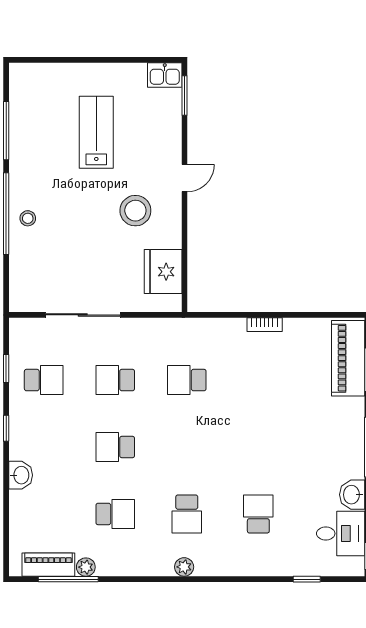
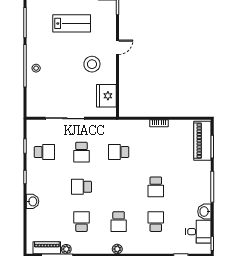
lab bench: (96, 132) -> (72, 23), turned 90
school desk: (115, 380) -> (81, 152), turned -90
school desk: (258, 447) -> (156, 187), added
school desk: (115, 514) -> (81, 222), turned -90

